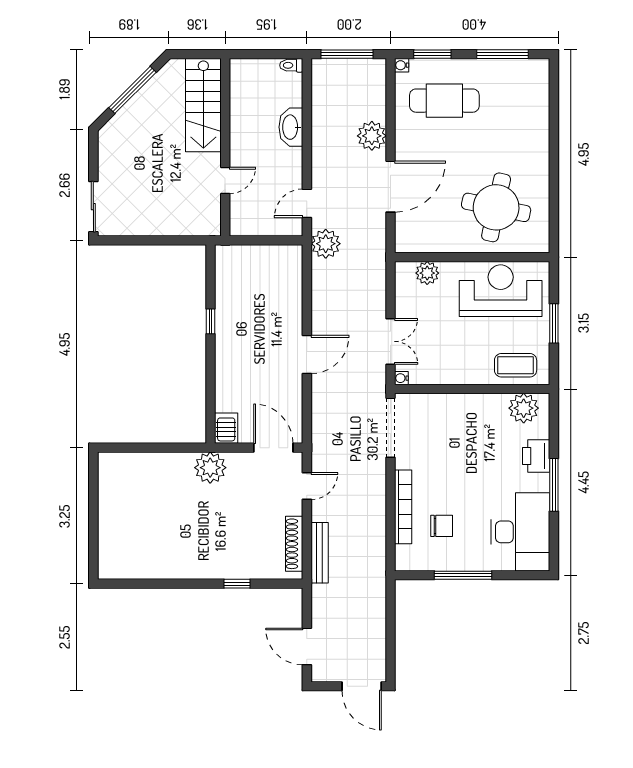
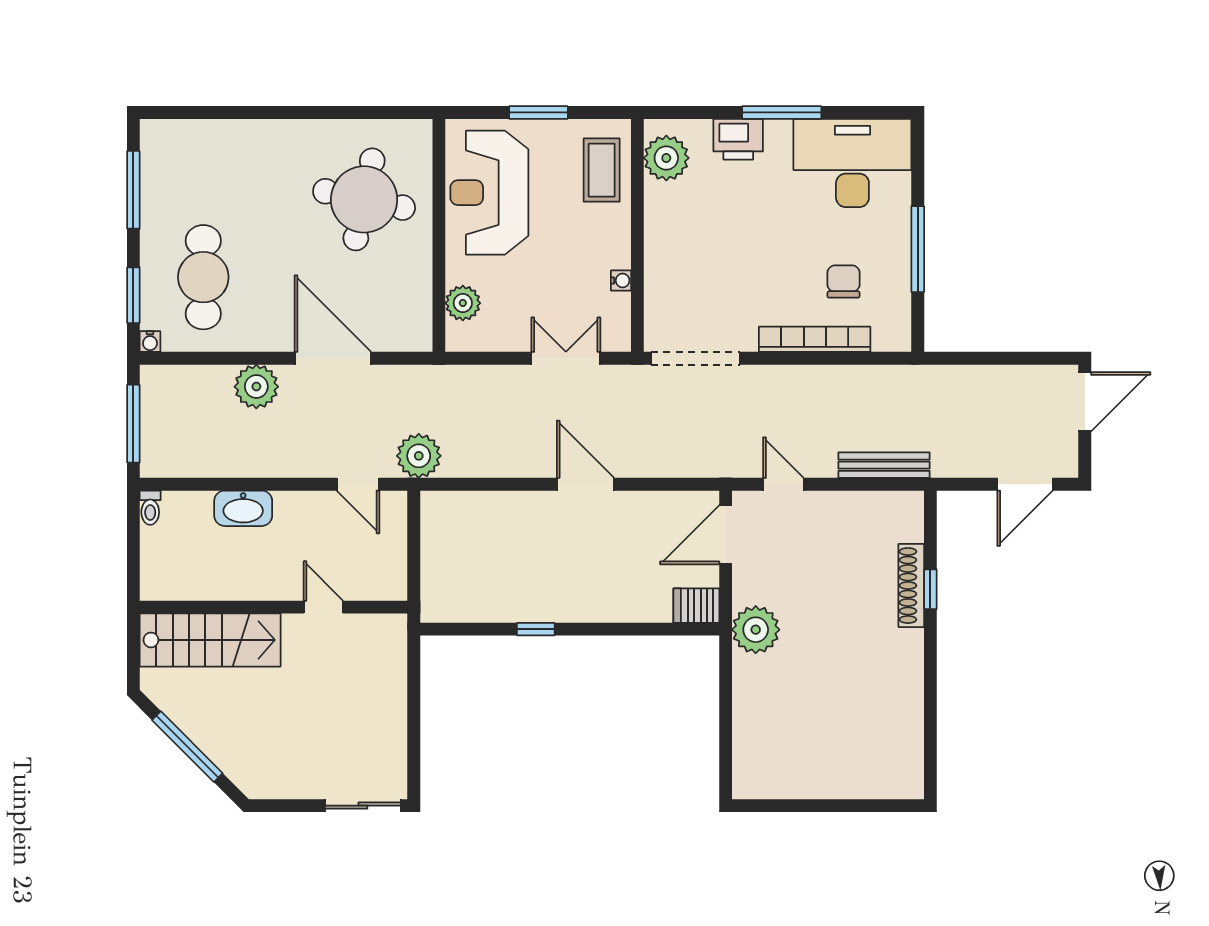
water cooler: (401, 378) -> (621, 281), moved, turned -90
shoe rack: (294, 544) -> (911, 586), moved, turned 90

